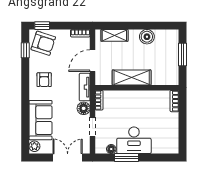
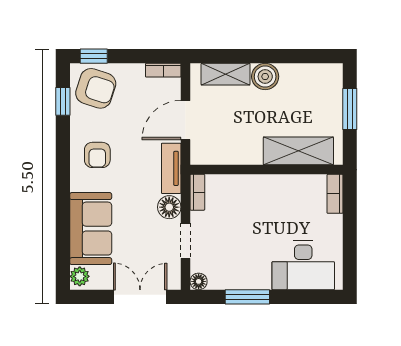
boiler: (147, 37) -> (265, 77), moved
shelving: (132, 78) -> (298, 151), moved
desk: (134, 140) -> (303, 265), moved
floor lamp: (111, 149) -> (199, 281), moved

